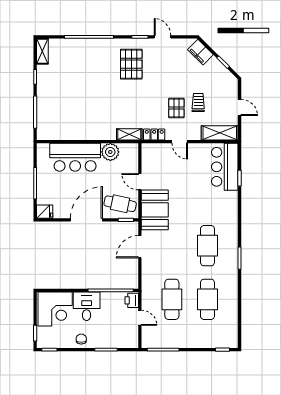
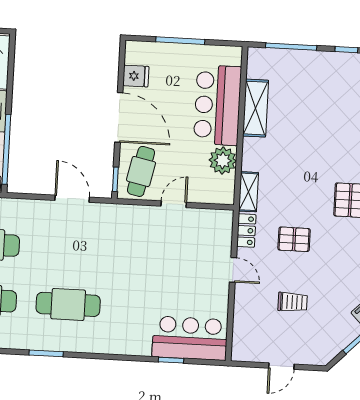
pallet: (176, 108) -> (294, 239), moved
shelving: (220, 133) -> (256, 108), moved
door: (180, 142) -> (233, 270), swing flipped
booth: (155, 210) -> (129, 225), removed
fridge: (45, 212) -> (136, 76), moved, turned -90

